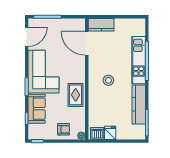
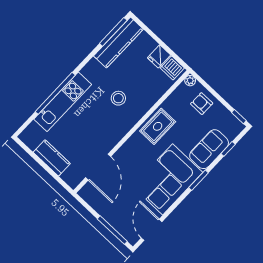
kitchen counter: (101, 25) -> (52, 158), moved
door: (27, 37) -> (152, 230), hinge flipped
stool: (108, 80) -> (118, 98), moved
kitchen counter: (139, 105) -> (118, 42), moved

